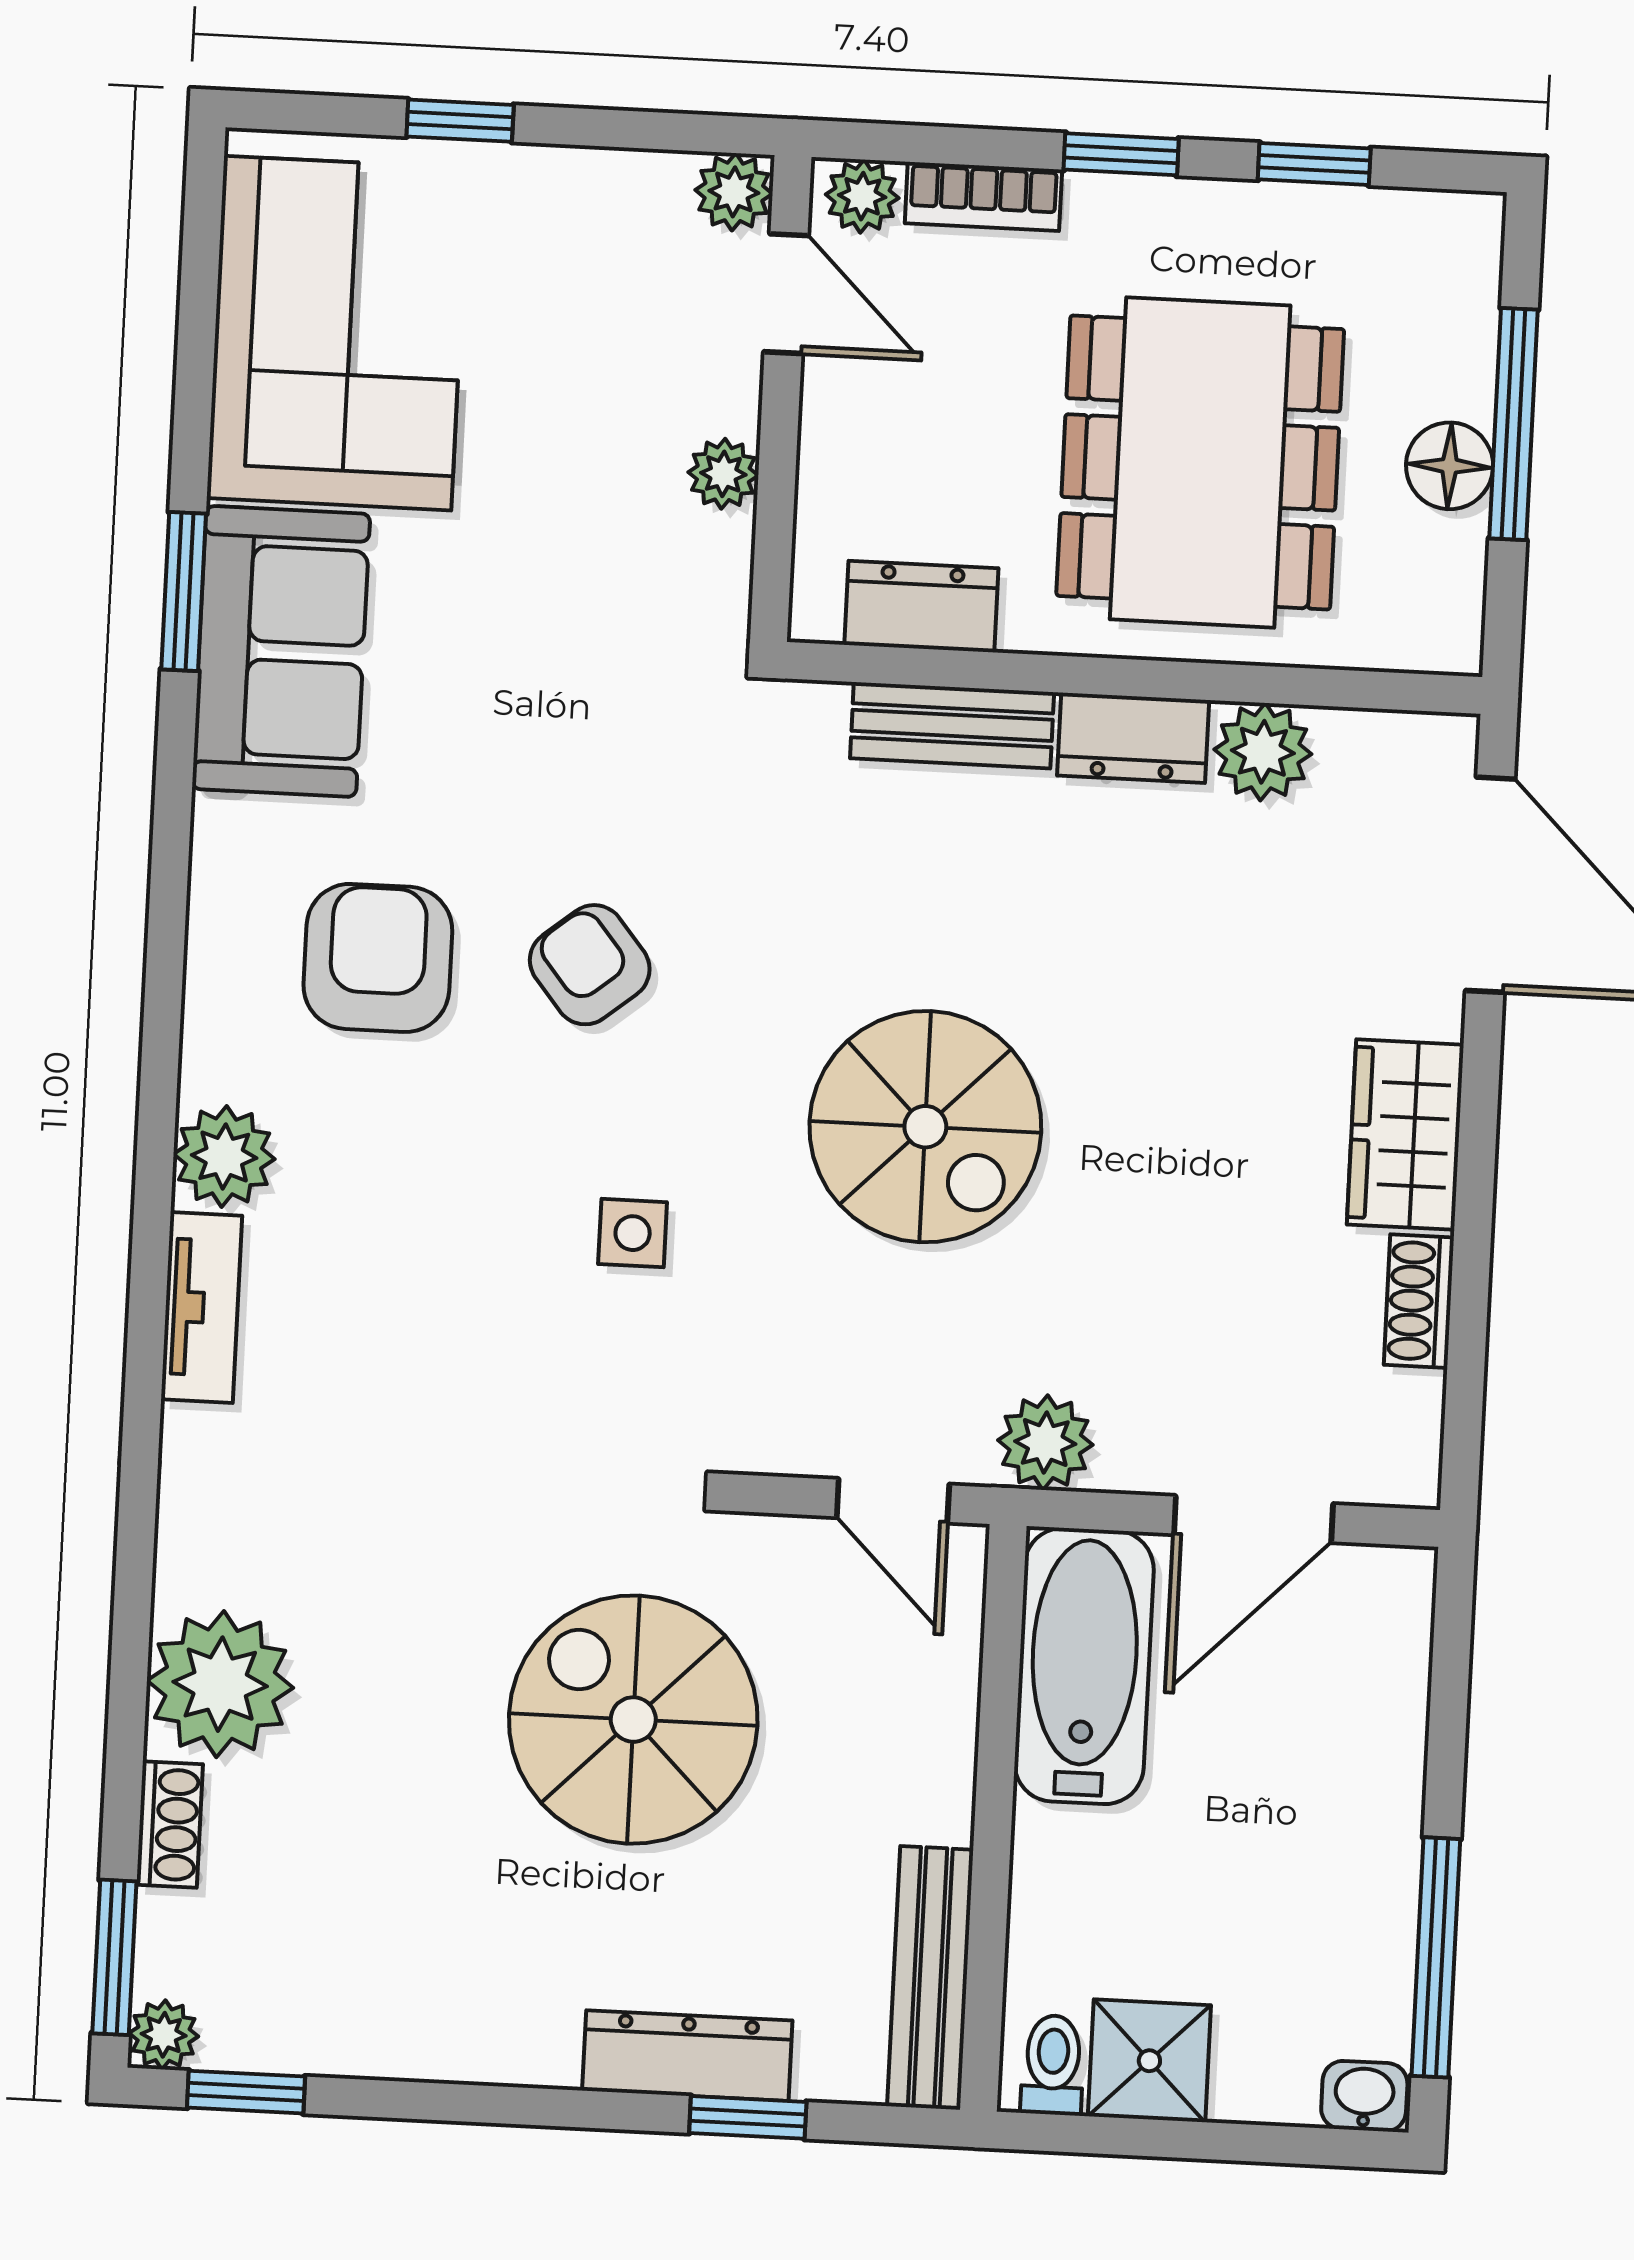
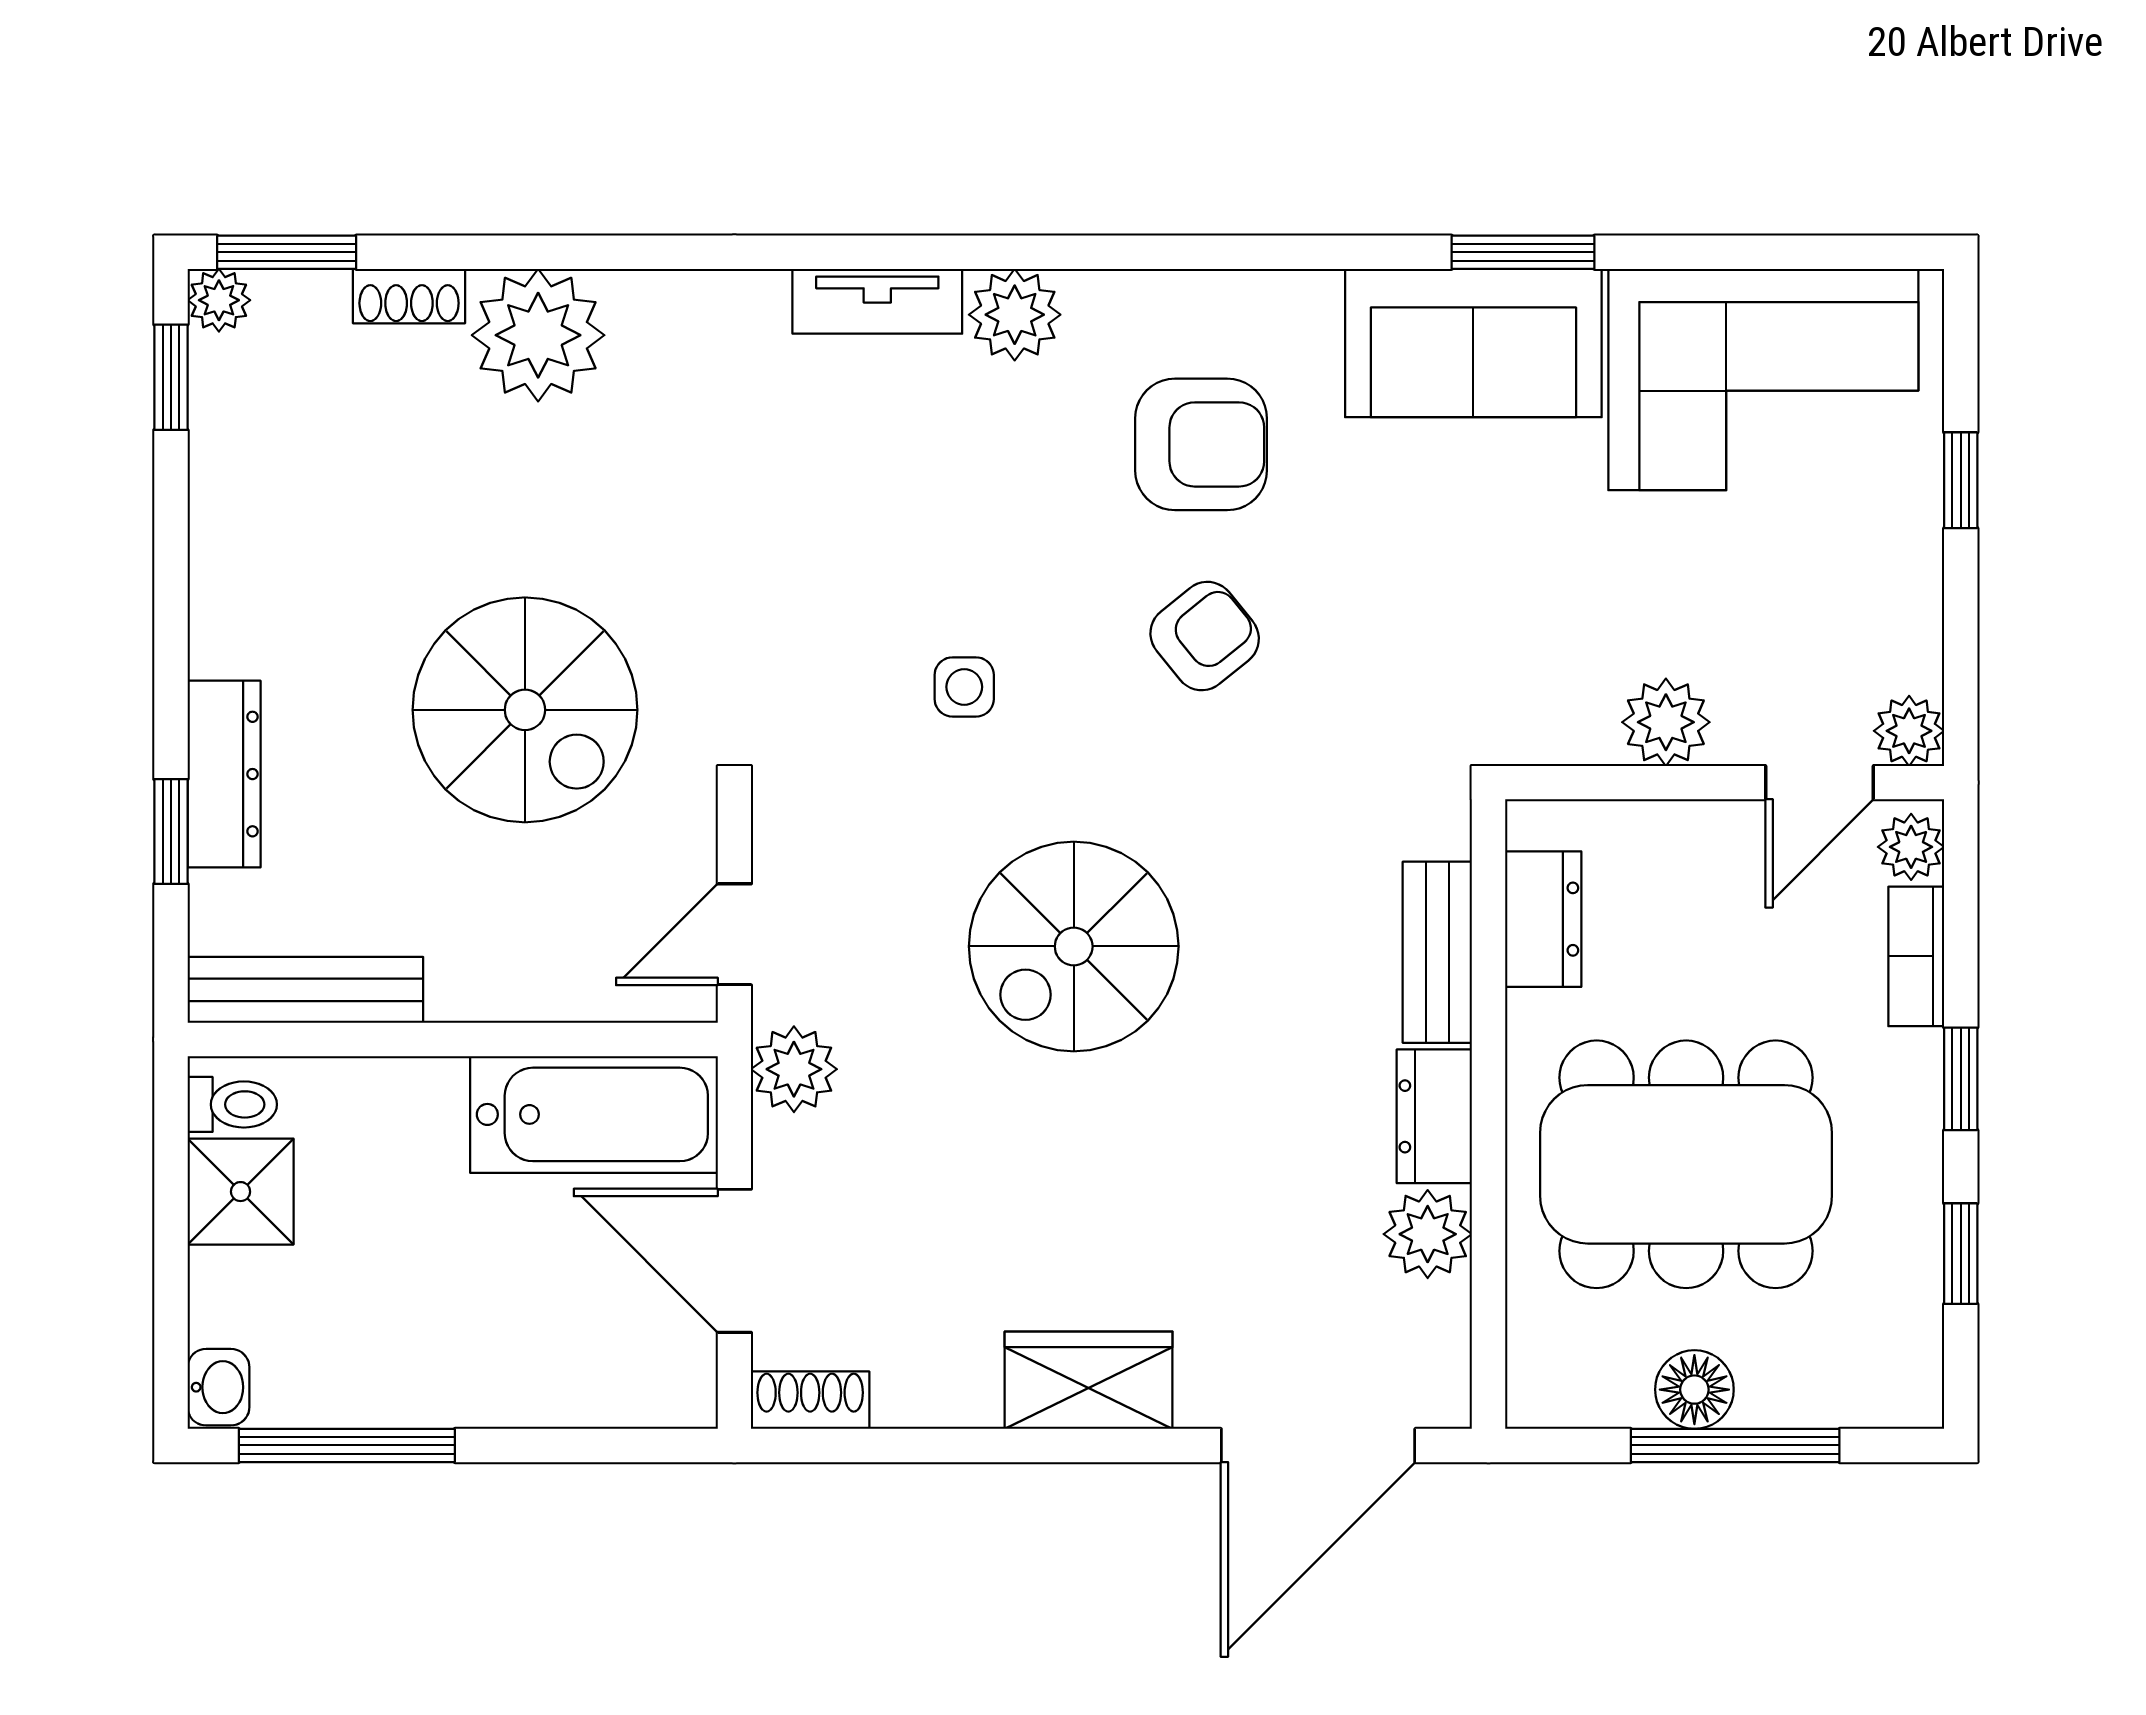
plant: (723, 474) -> (1666, 722), width x1.38, depth x1.38
shoe rack: (1419, 1301) -> (810, 1400), moved
spiral stairs: (633, 1720) -> (525, 710), turned 90

